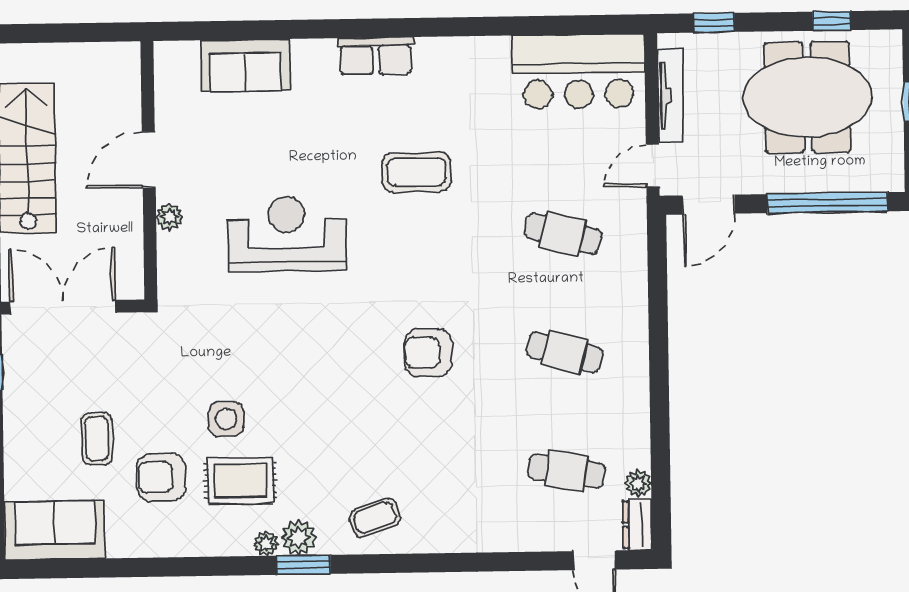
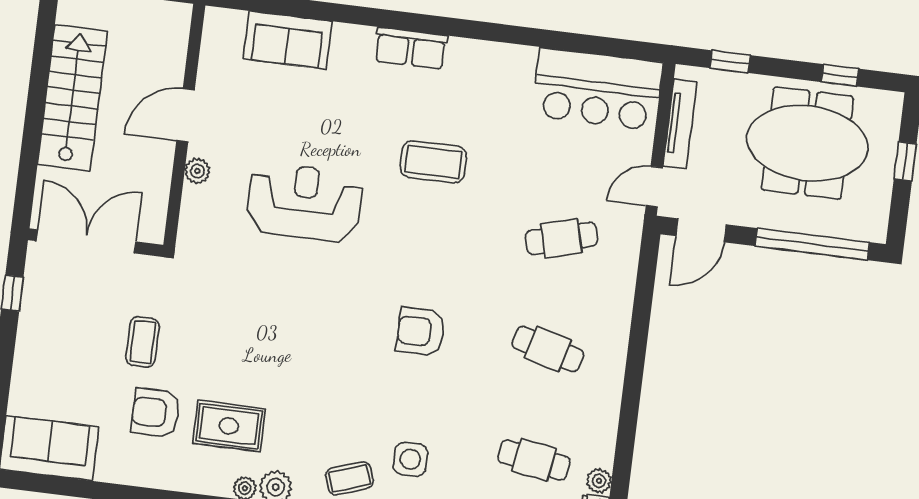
cafe table: (563, 234) -> (562, 238), turned -30
side table: (226, 419) -> (410, 459), moved
coffee table: (97, 439) -> (142, 342), moved

